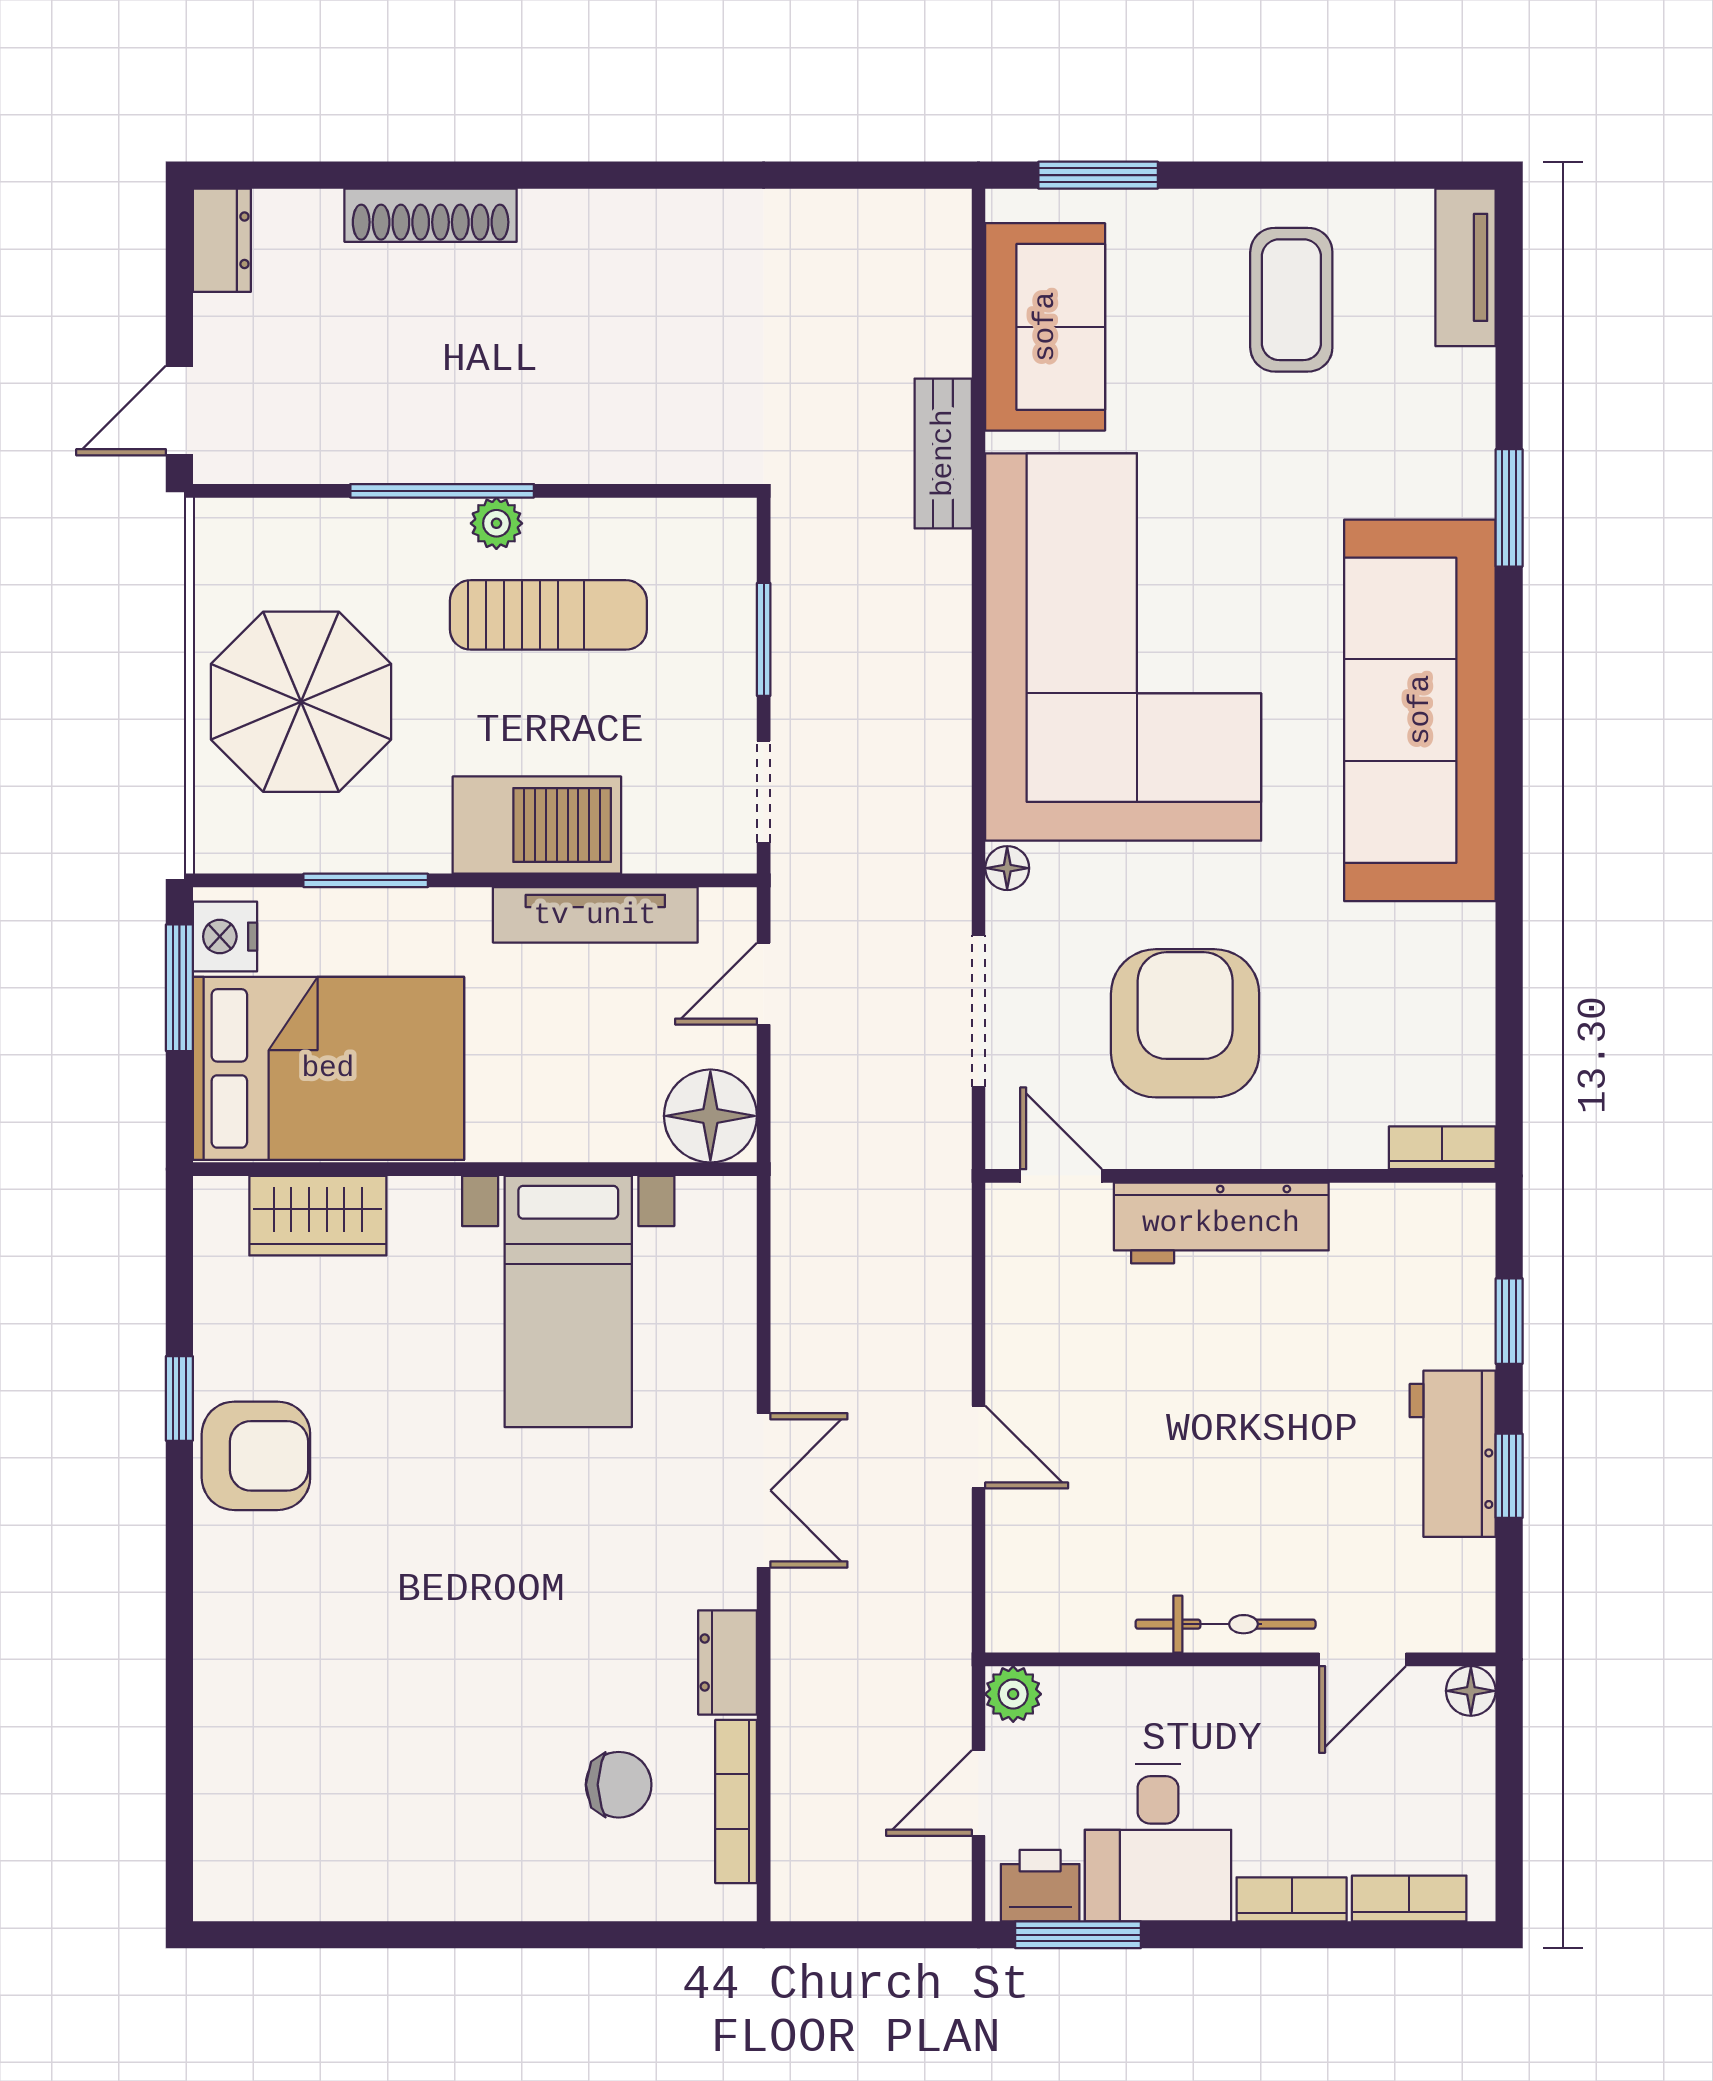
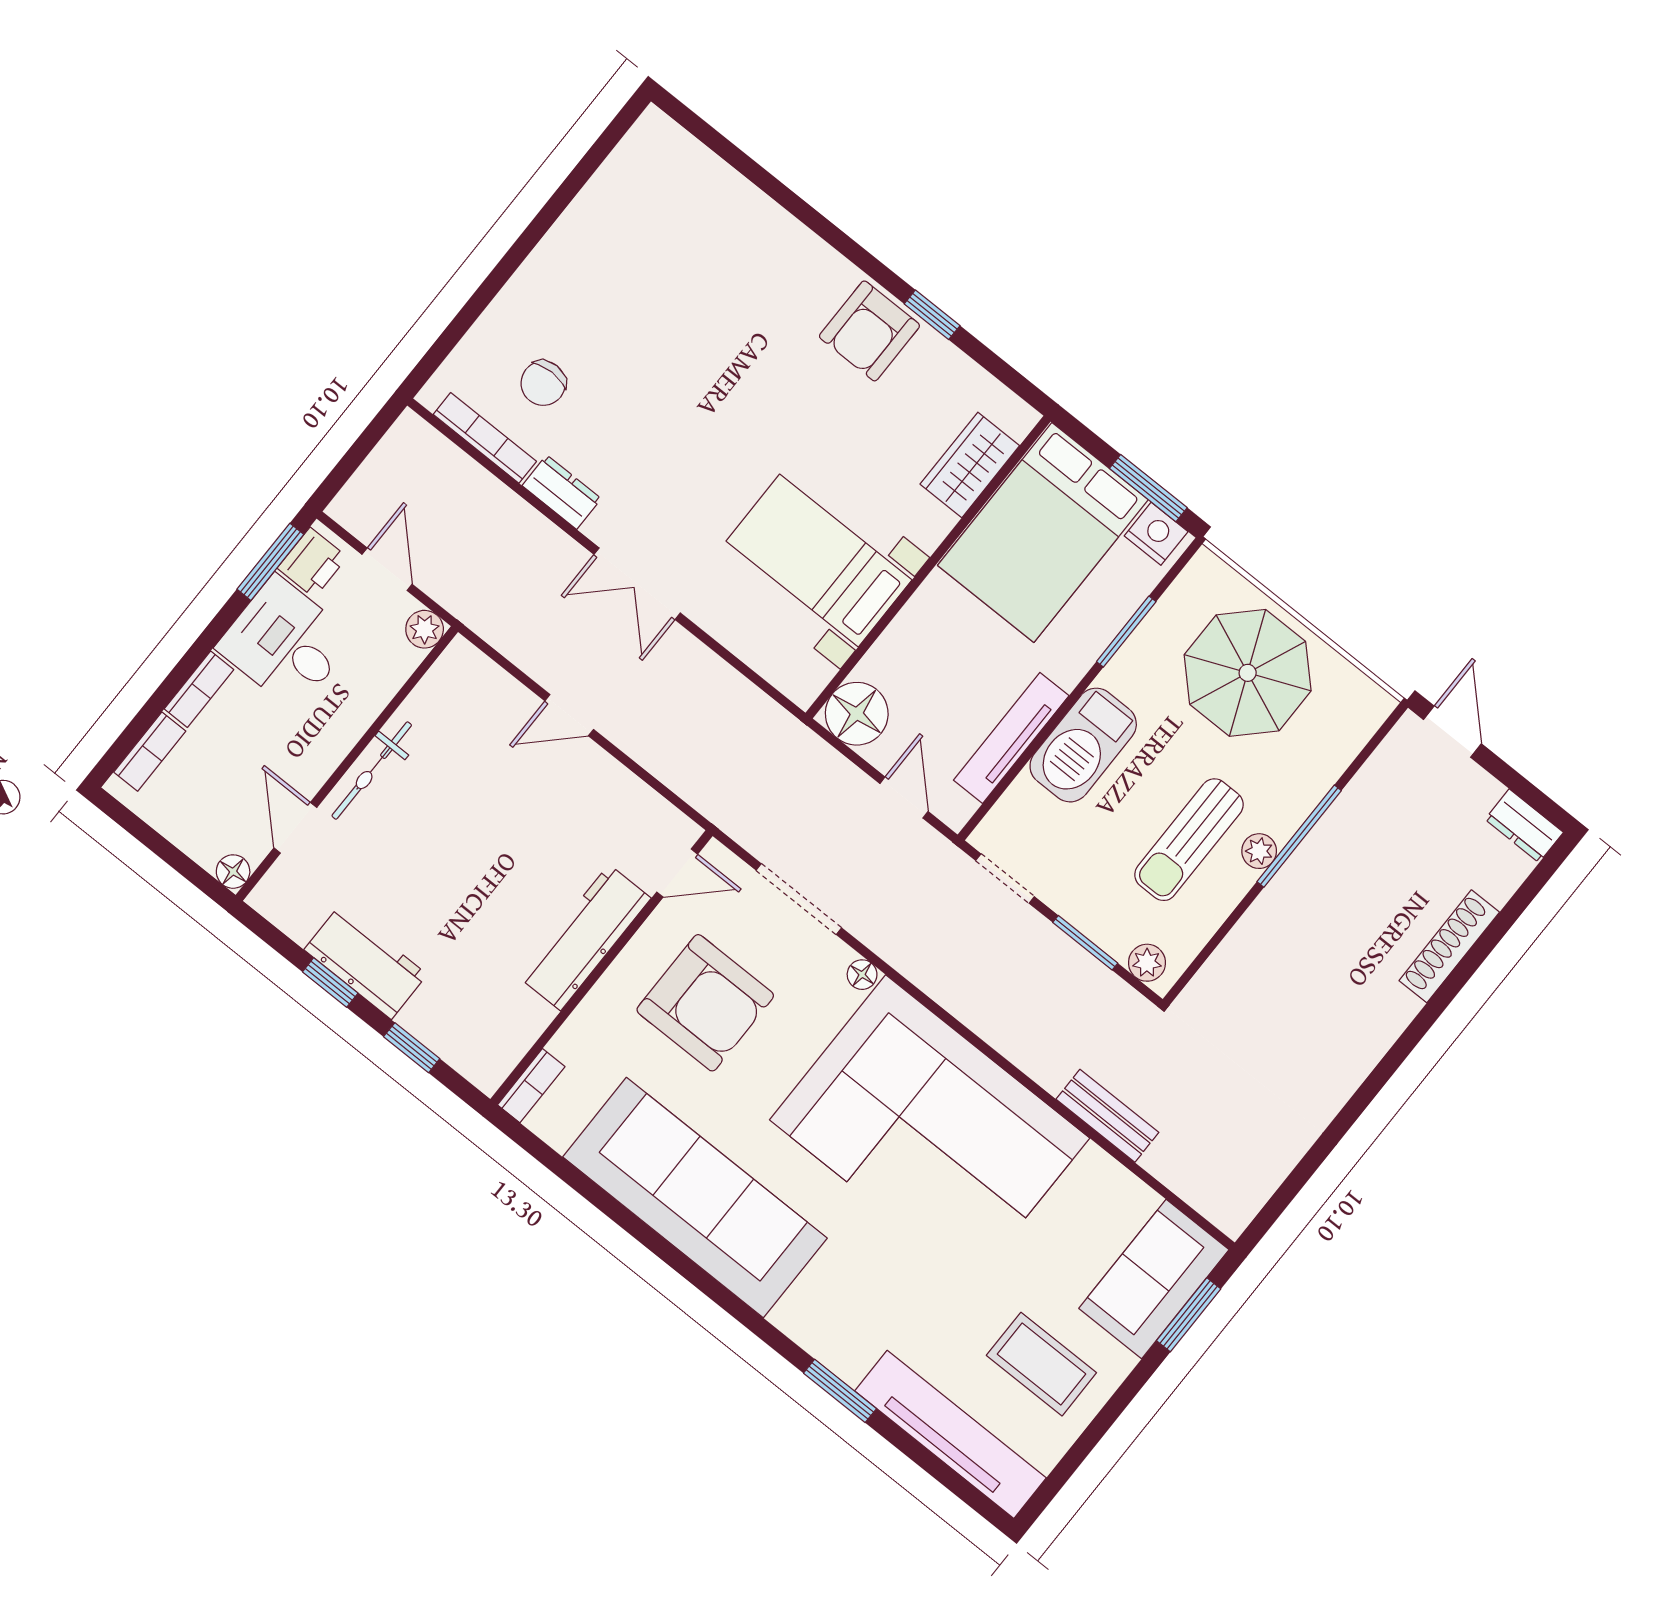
tv unit: (1466, 267) -> (951, 1434), width x1.92, depth x1.29
sofa: (1045, 327) -> (1154, 1279), moved, turned 90
plant: (729, 550) -> (1147, 963), added
sofa: (1420, 710) -> (695, 1198), moved

